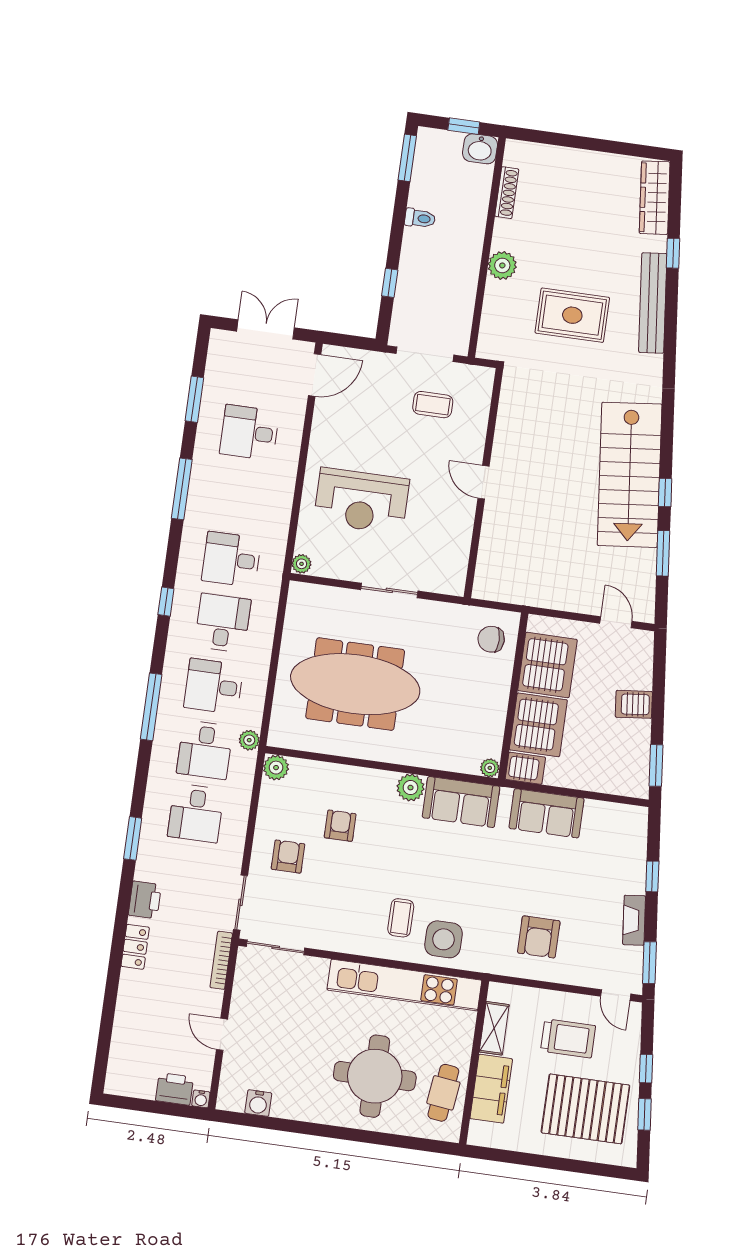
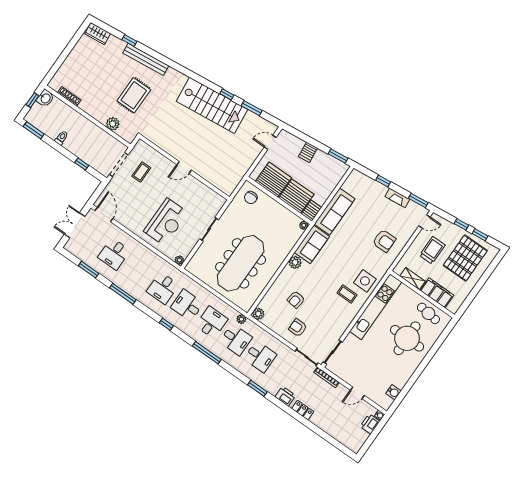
wardrobe: (655, 198) -> (98, 34), width x0.67
plant: (502, 265) -> (113, 124), moved
desk: (214, 686) -> (211, 322), turned 180
sofa: (547, 813) -> (335, 211), width x1.36
armchair: (340, 826) -> (296, 300), turned -82

